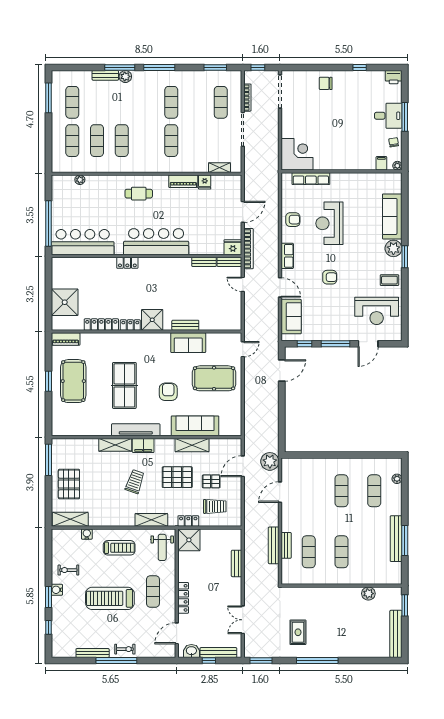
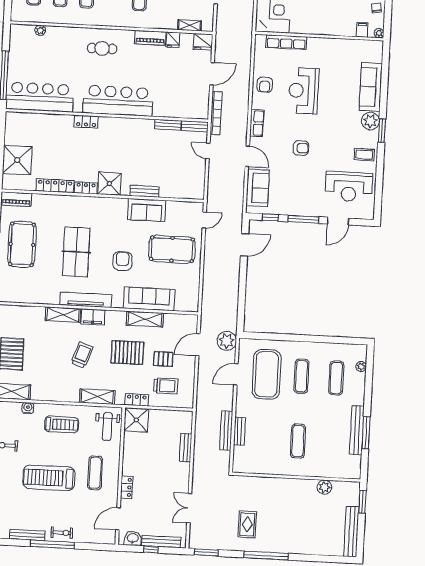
armchair: (293, 220) -> (265, 85), turned 90
fridge: (233, 247) -> (203, 42), moved, turned 180
exercise mat: (309, 552) -> (267, 374), moved, width x2.00, depth x1.45
locker: (183, 598) -> (127, 487), width x0.66

